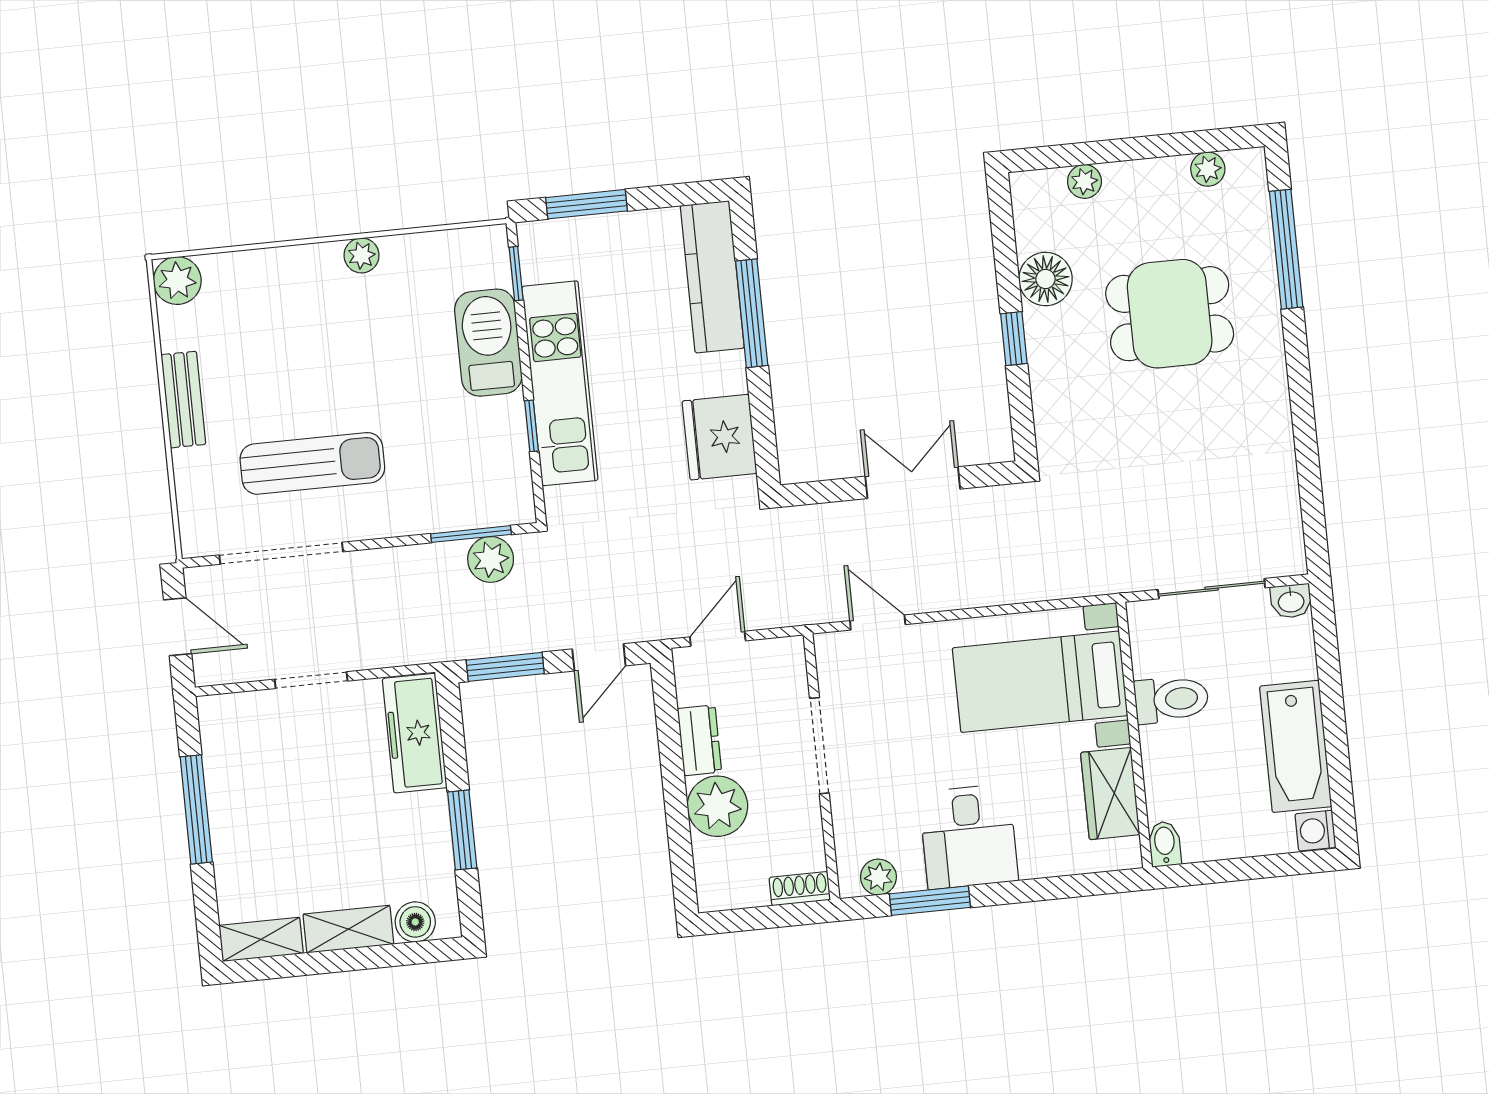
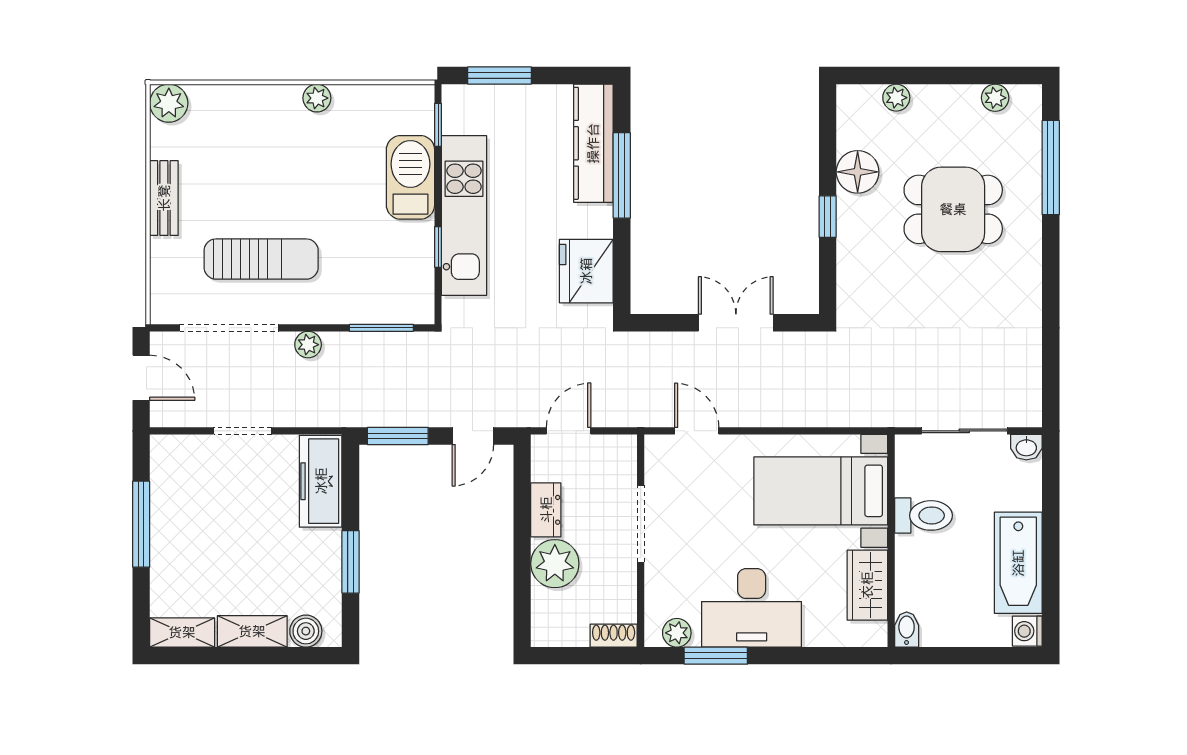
plant: (491, 559) -> (308, 345), moved, width x0.73, depth x0.73
desk: (968, 836) -> (752, 608), width x1.37

